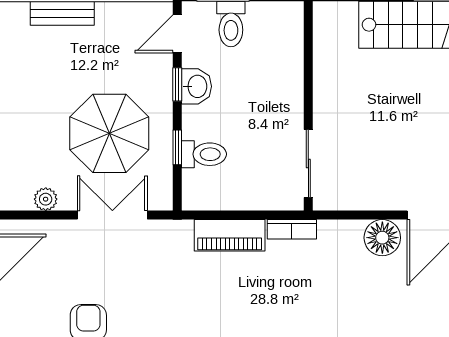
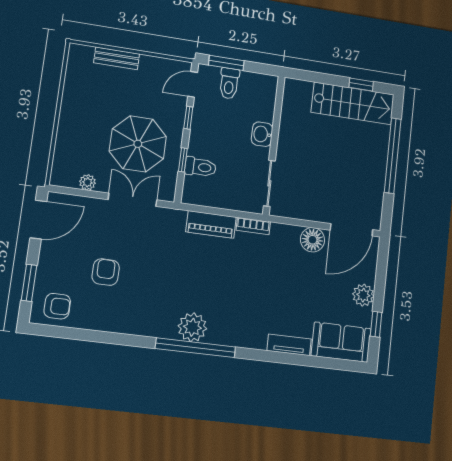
washbasin: (197, 86) -> (262, 134), moved, turned 180

